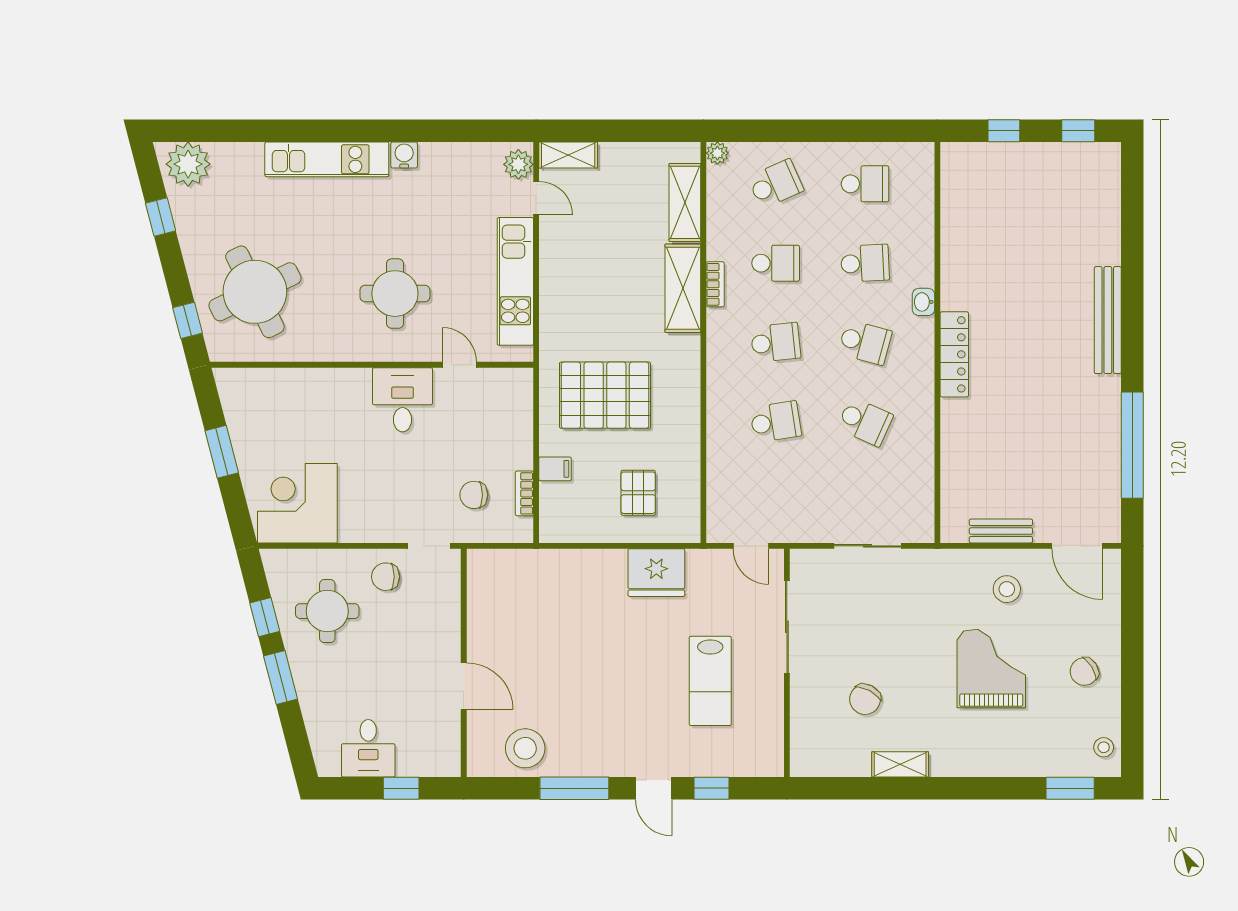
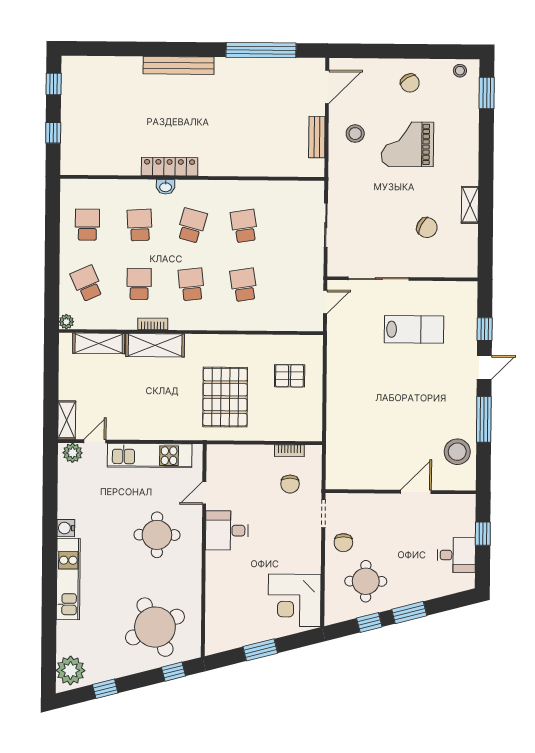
locker: (954, 354) -> (170, 167), moved
school desk: (865, 422) -> (244, 226), turned -33
filing cabinet: (555, 469) -> (273, 430), removed
fridge: (656, 573) -> (342, 364), removed

